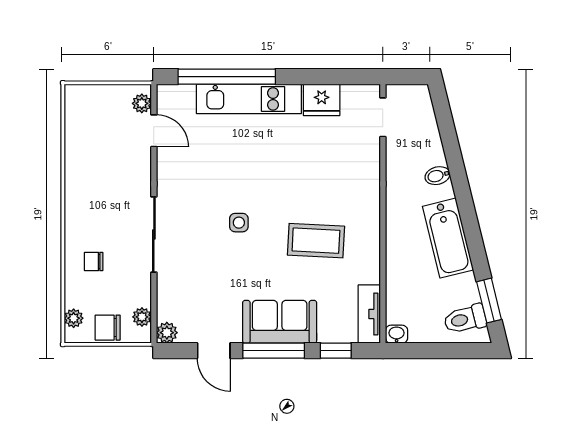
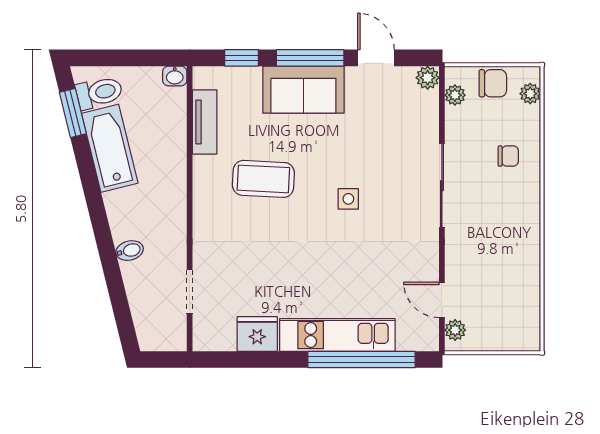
doorway: (383, 117) -> (190, 291), moved
bathtub: (448, 238) -> (110, 148), moved
tv unit: (369, 314) -> (205, 122), moved

